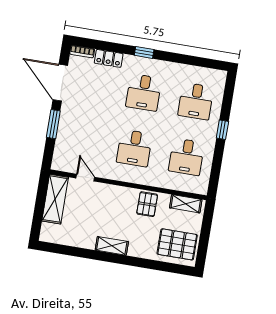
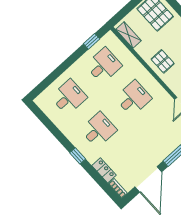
window: (222, 130) -> (92, 41), moved
pallet: (147, 204) -> (163, 61), moved, turned 90

